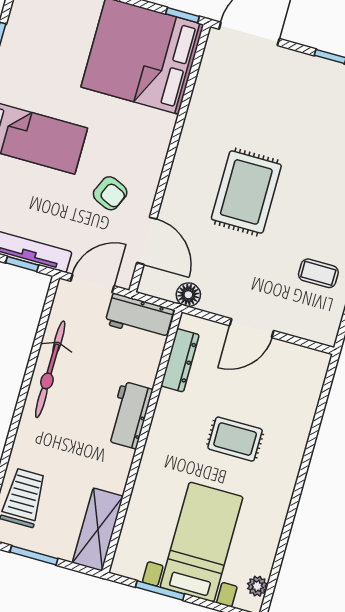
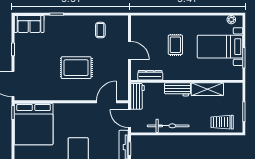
armchair: (110, 193) -> (92, 122), removed
floor lamp: (188, 295) -> (123, 79), removed
shelving: (98, 529) -> (207, 89), moved

